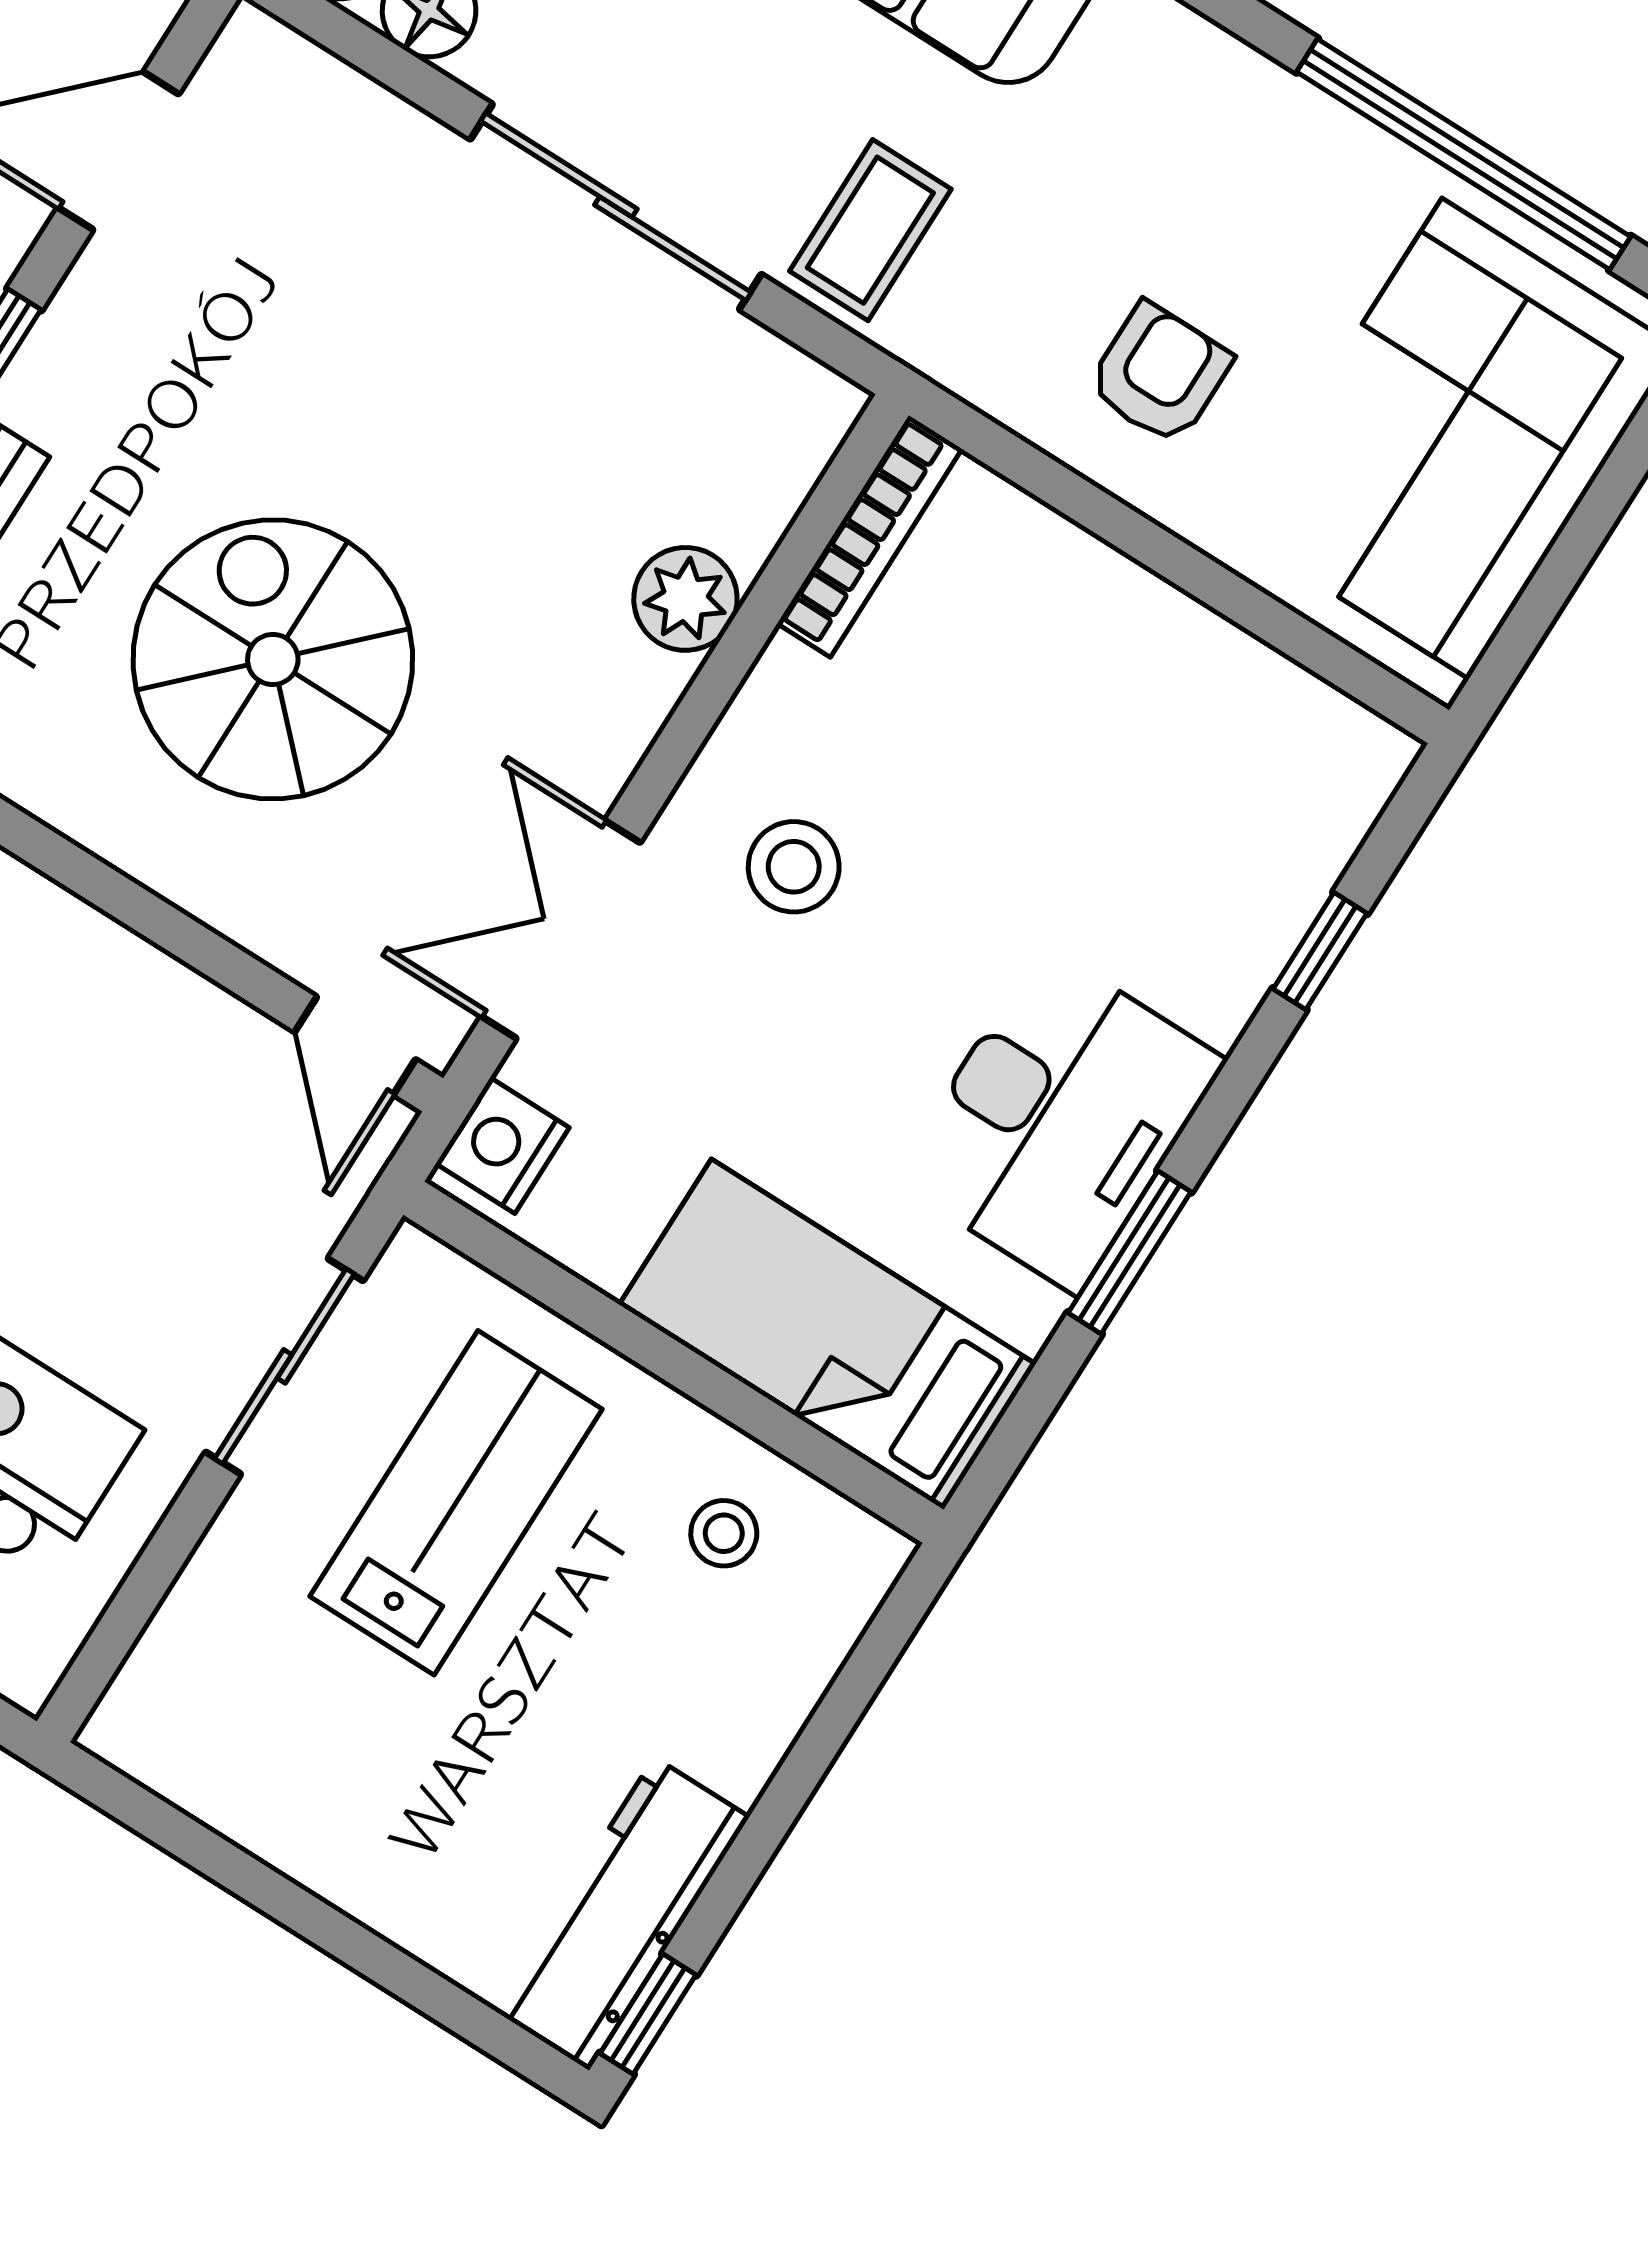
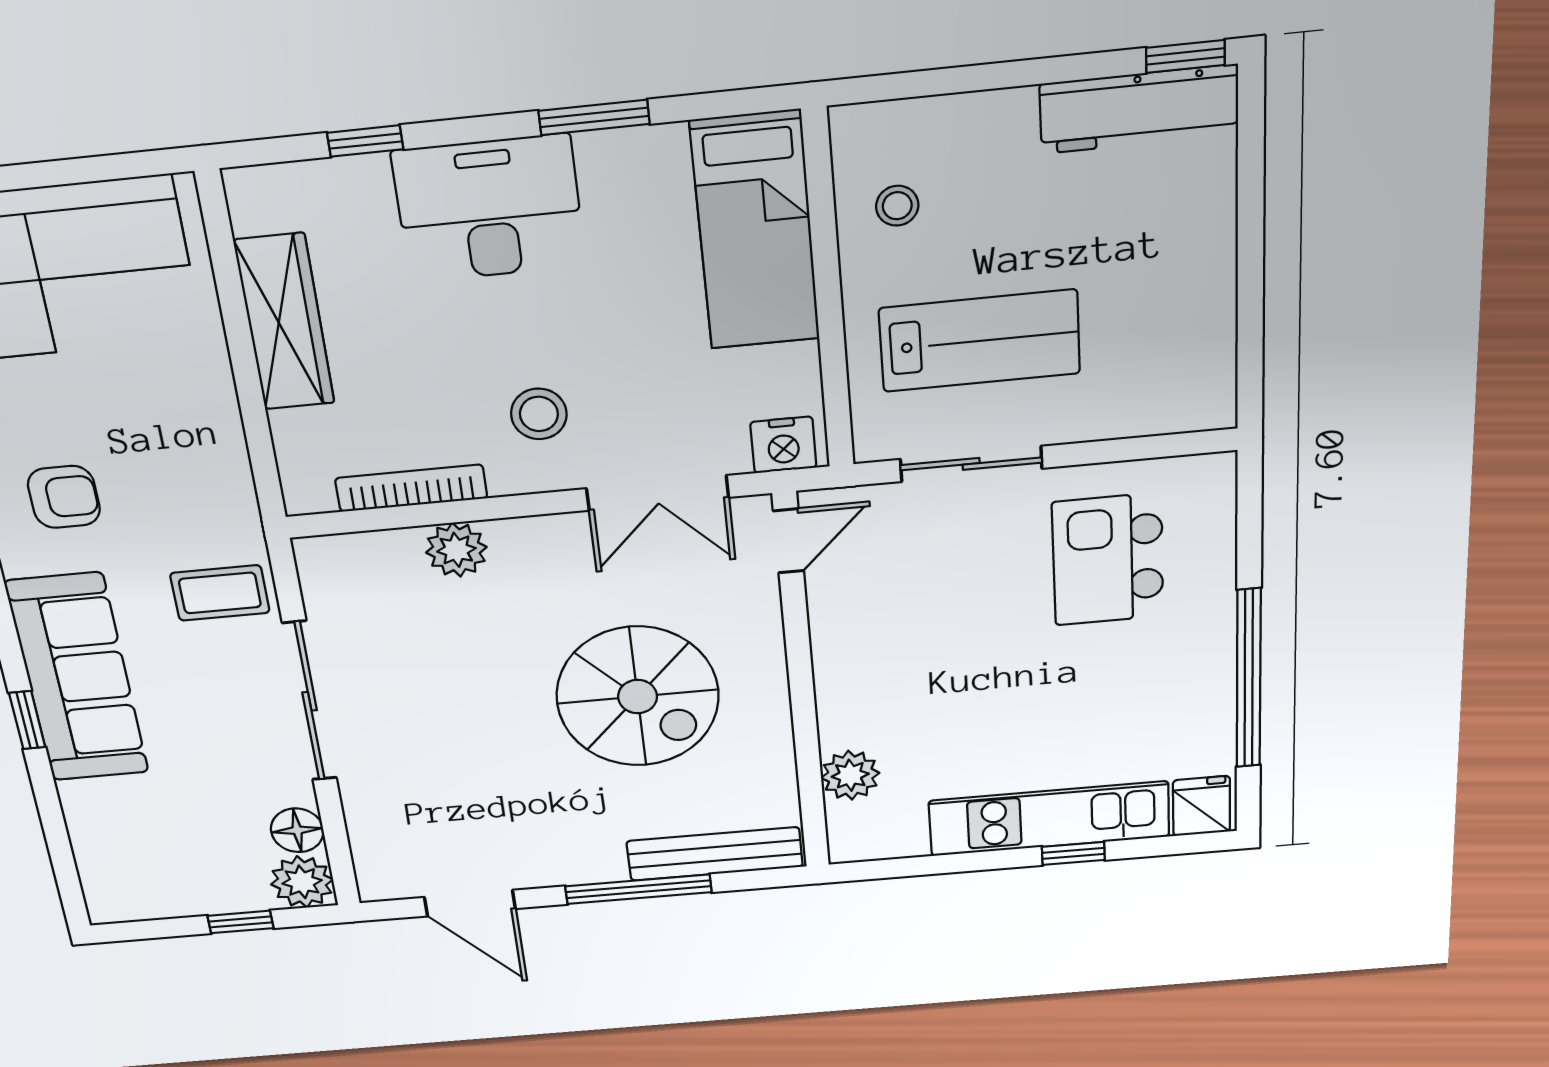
armchair: (1160, 374) -> (64, 497), moved, turned 180
bookcase: (870, 536) -> (411, 488), moved
wardrobe: (1172, 649) -> (284, 322), added
spiral stairs: (273, 659) -> (638, 697), turned -90
desk: (1059, 1120) -> (489, 209), moved
lab bench: (456, 1503) -> (980, 341), turned 180

